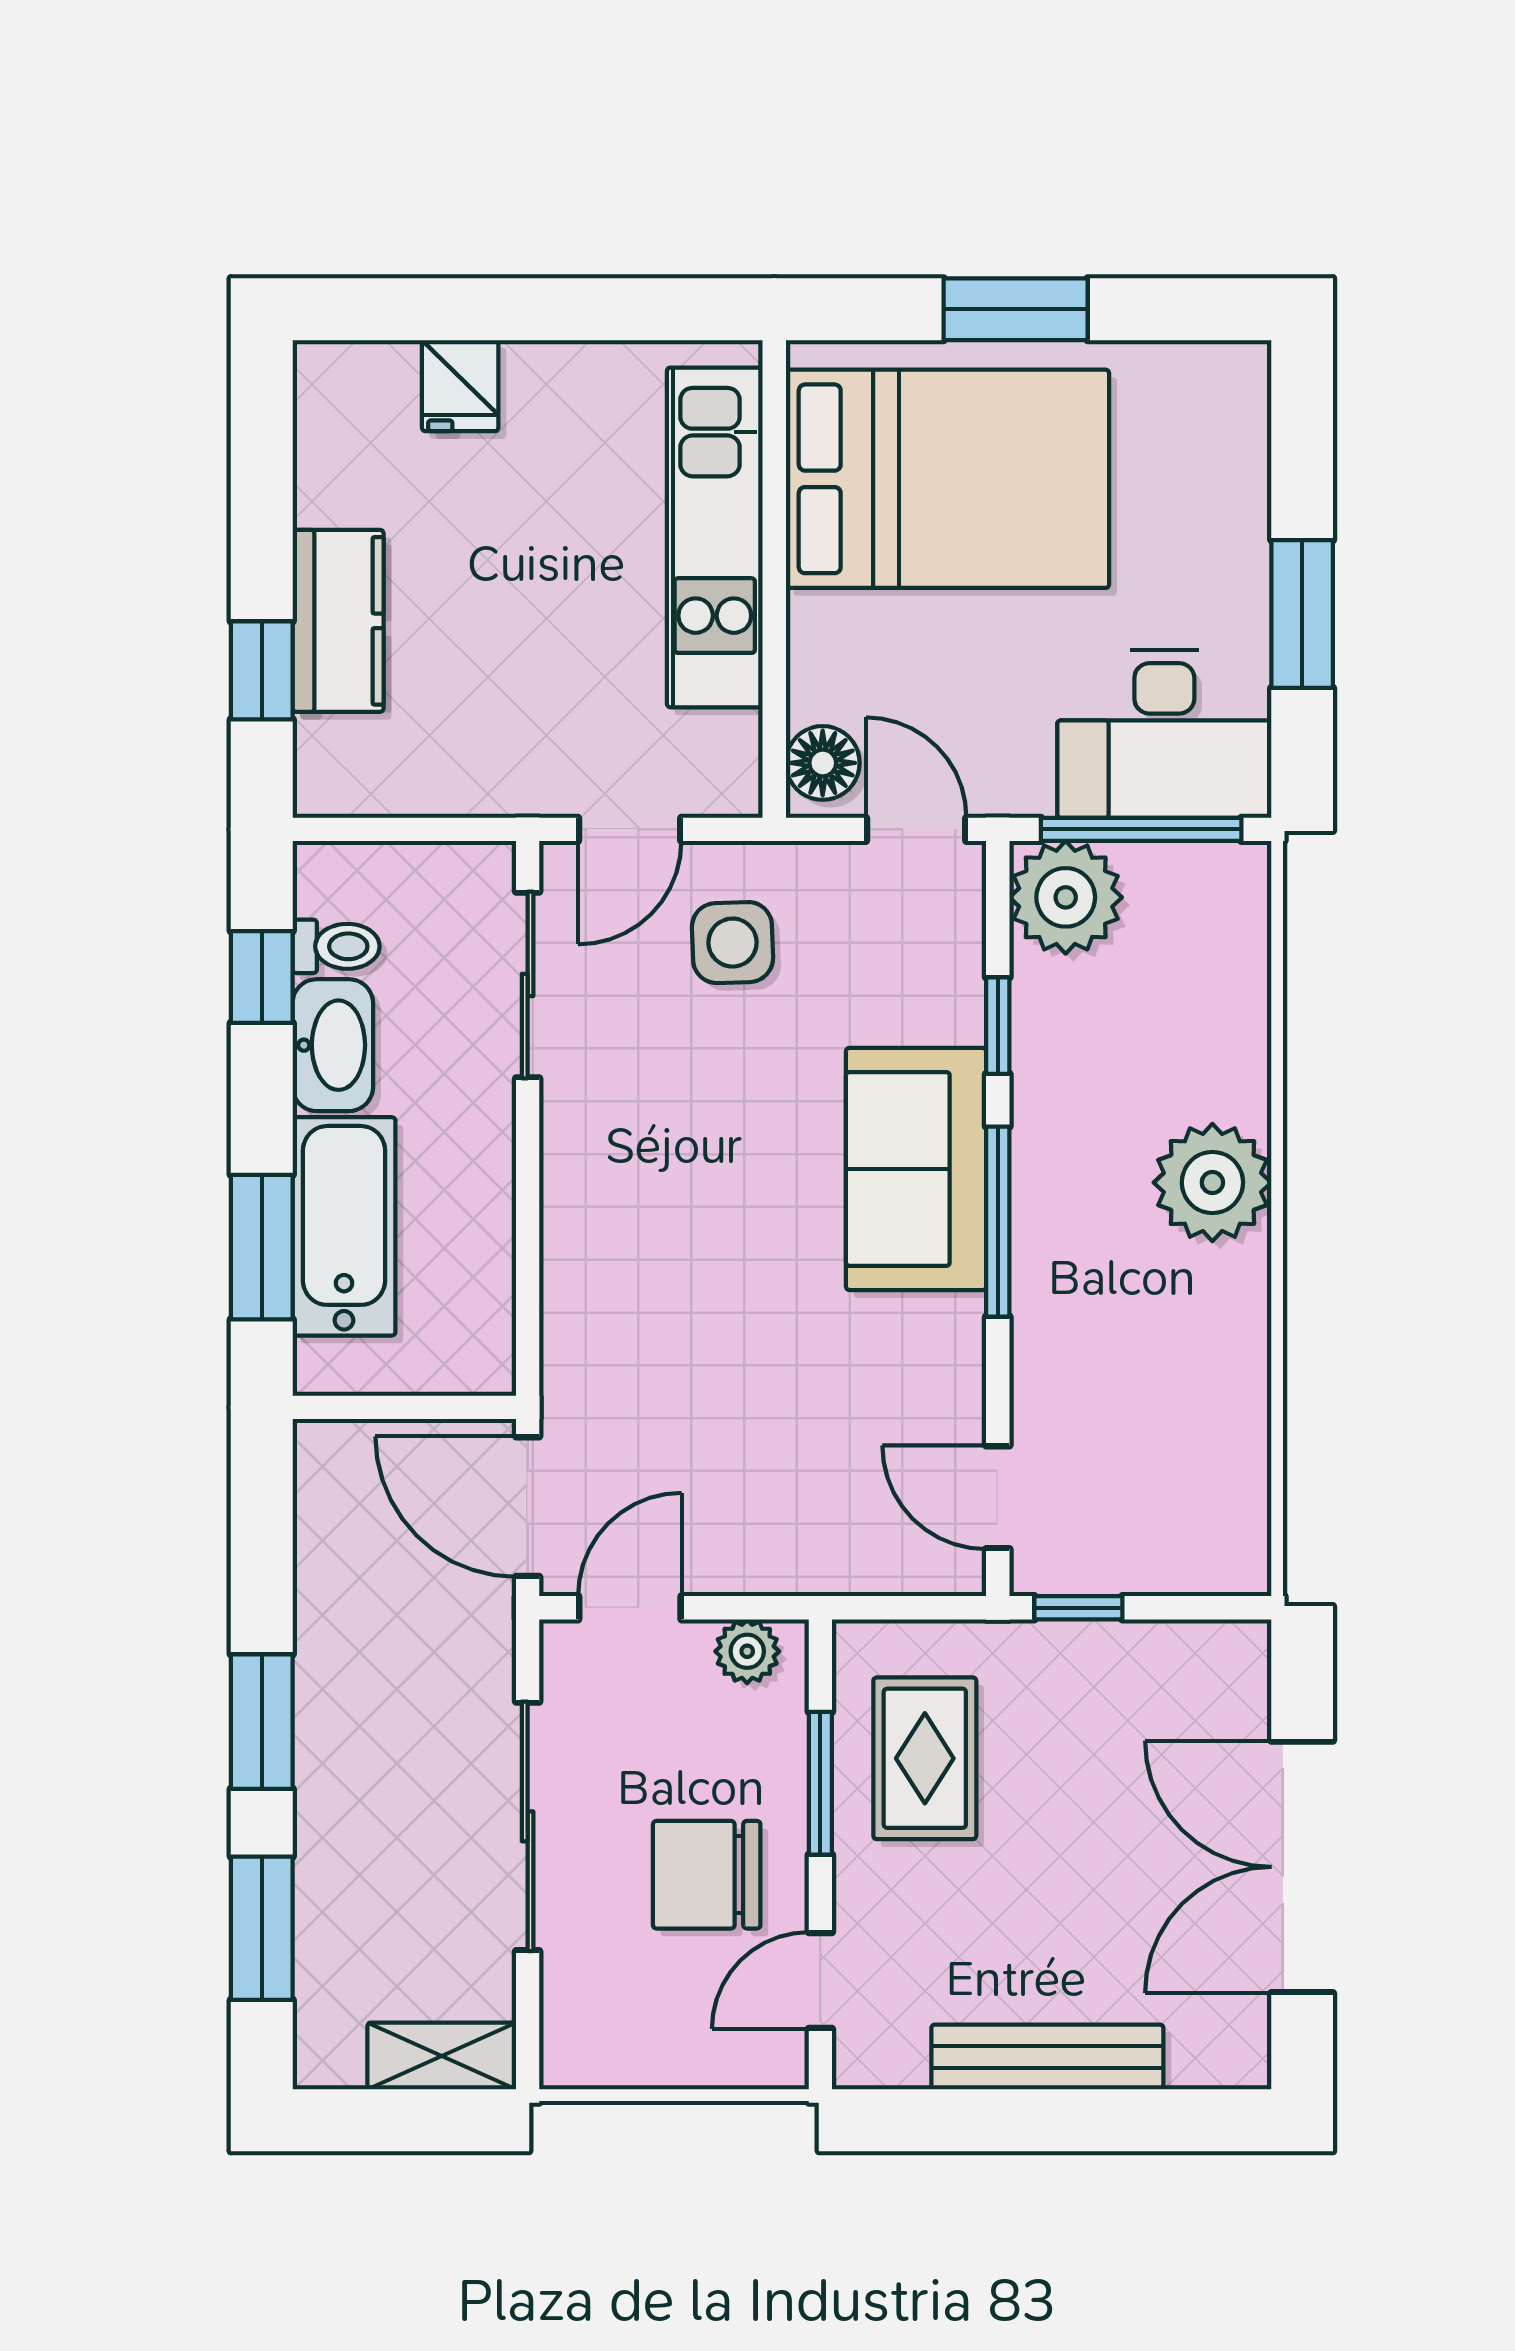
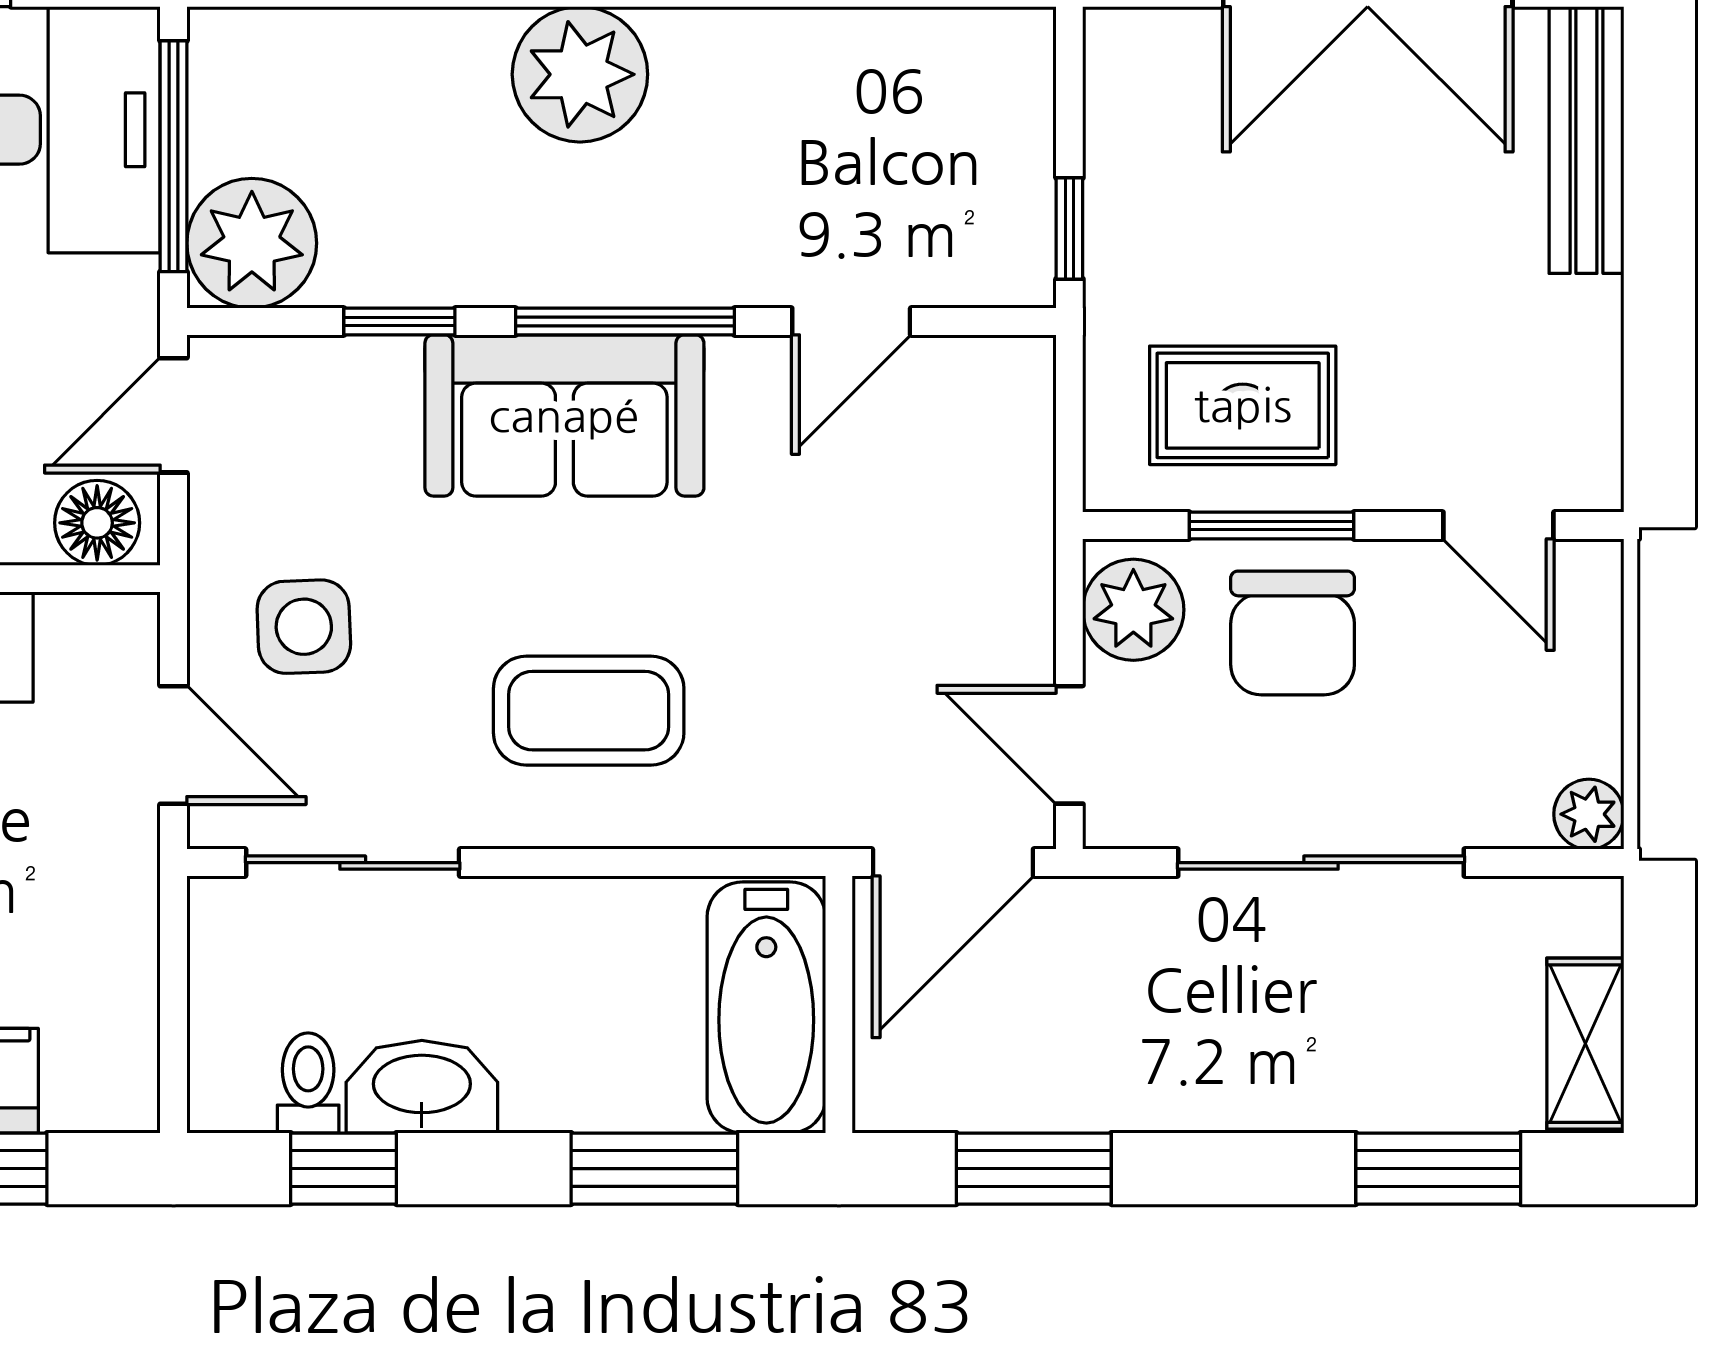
coffee table: (660, 1190) -> (589, 711), added
bathtub: (344, 1226) -> (766, 1007), moved, turned -90
door: (998, 1497) -> (851, 321), moved
plant: (747, 1651) -> (1133, 610), width x1.38, depth x1.38
window: (262, 1722) -> (1034, 1169), moved
chair: (707, 1875) -> (1293, 633), moved
shelving: (442, 2056) -> (1585, 1044), moved
bench: (1047, 2057) -> (1586, 140), moved
plant: (570, 2059) -> (1589, 814), added

